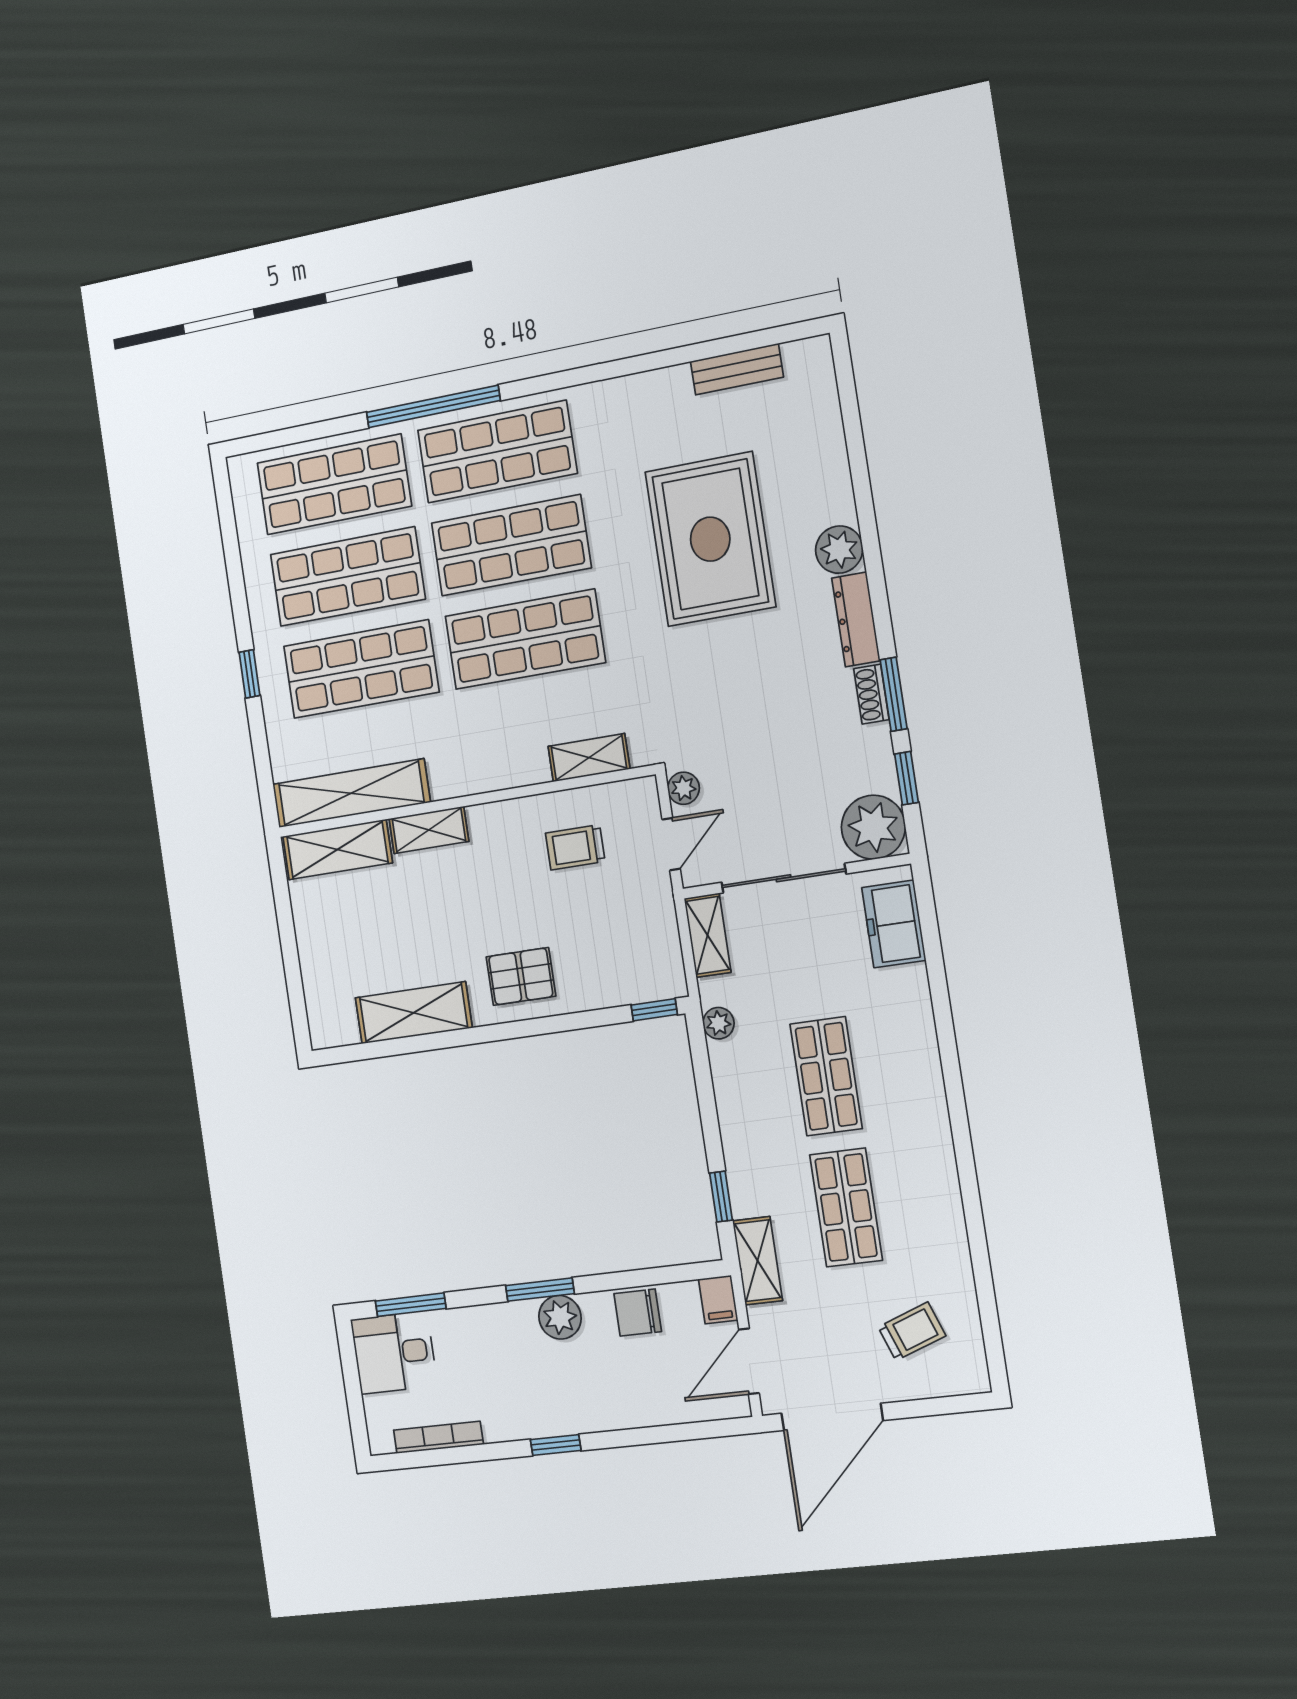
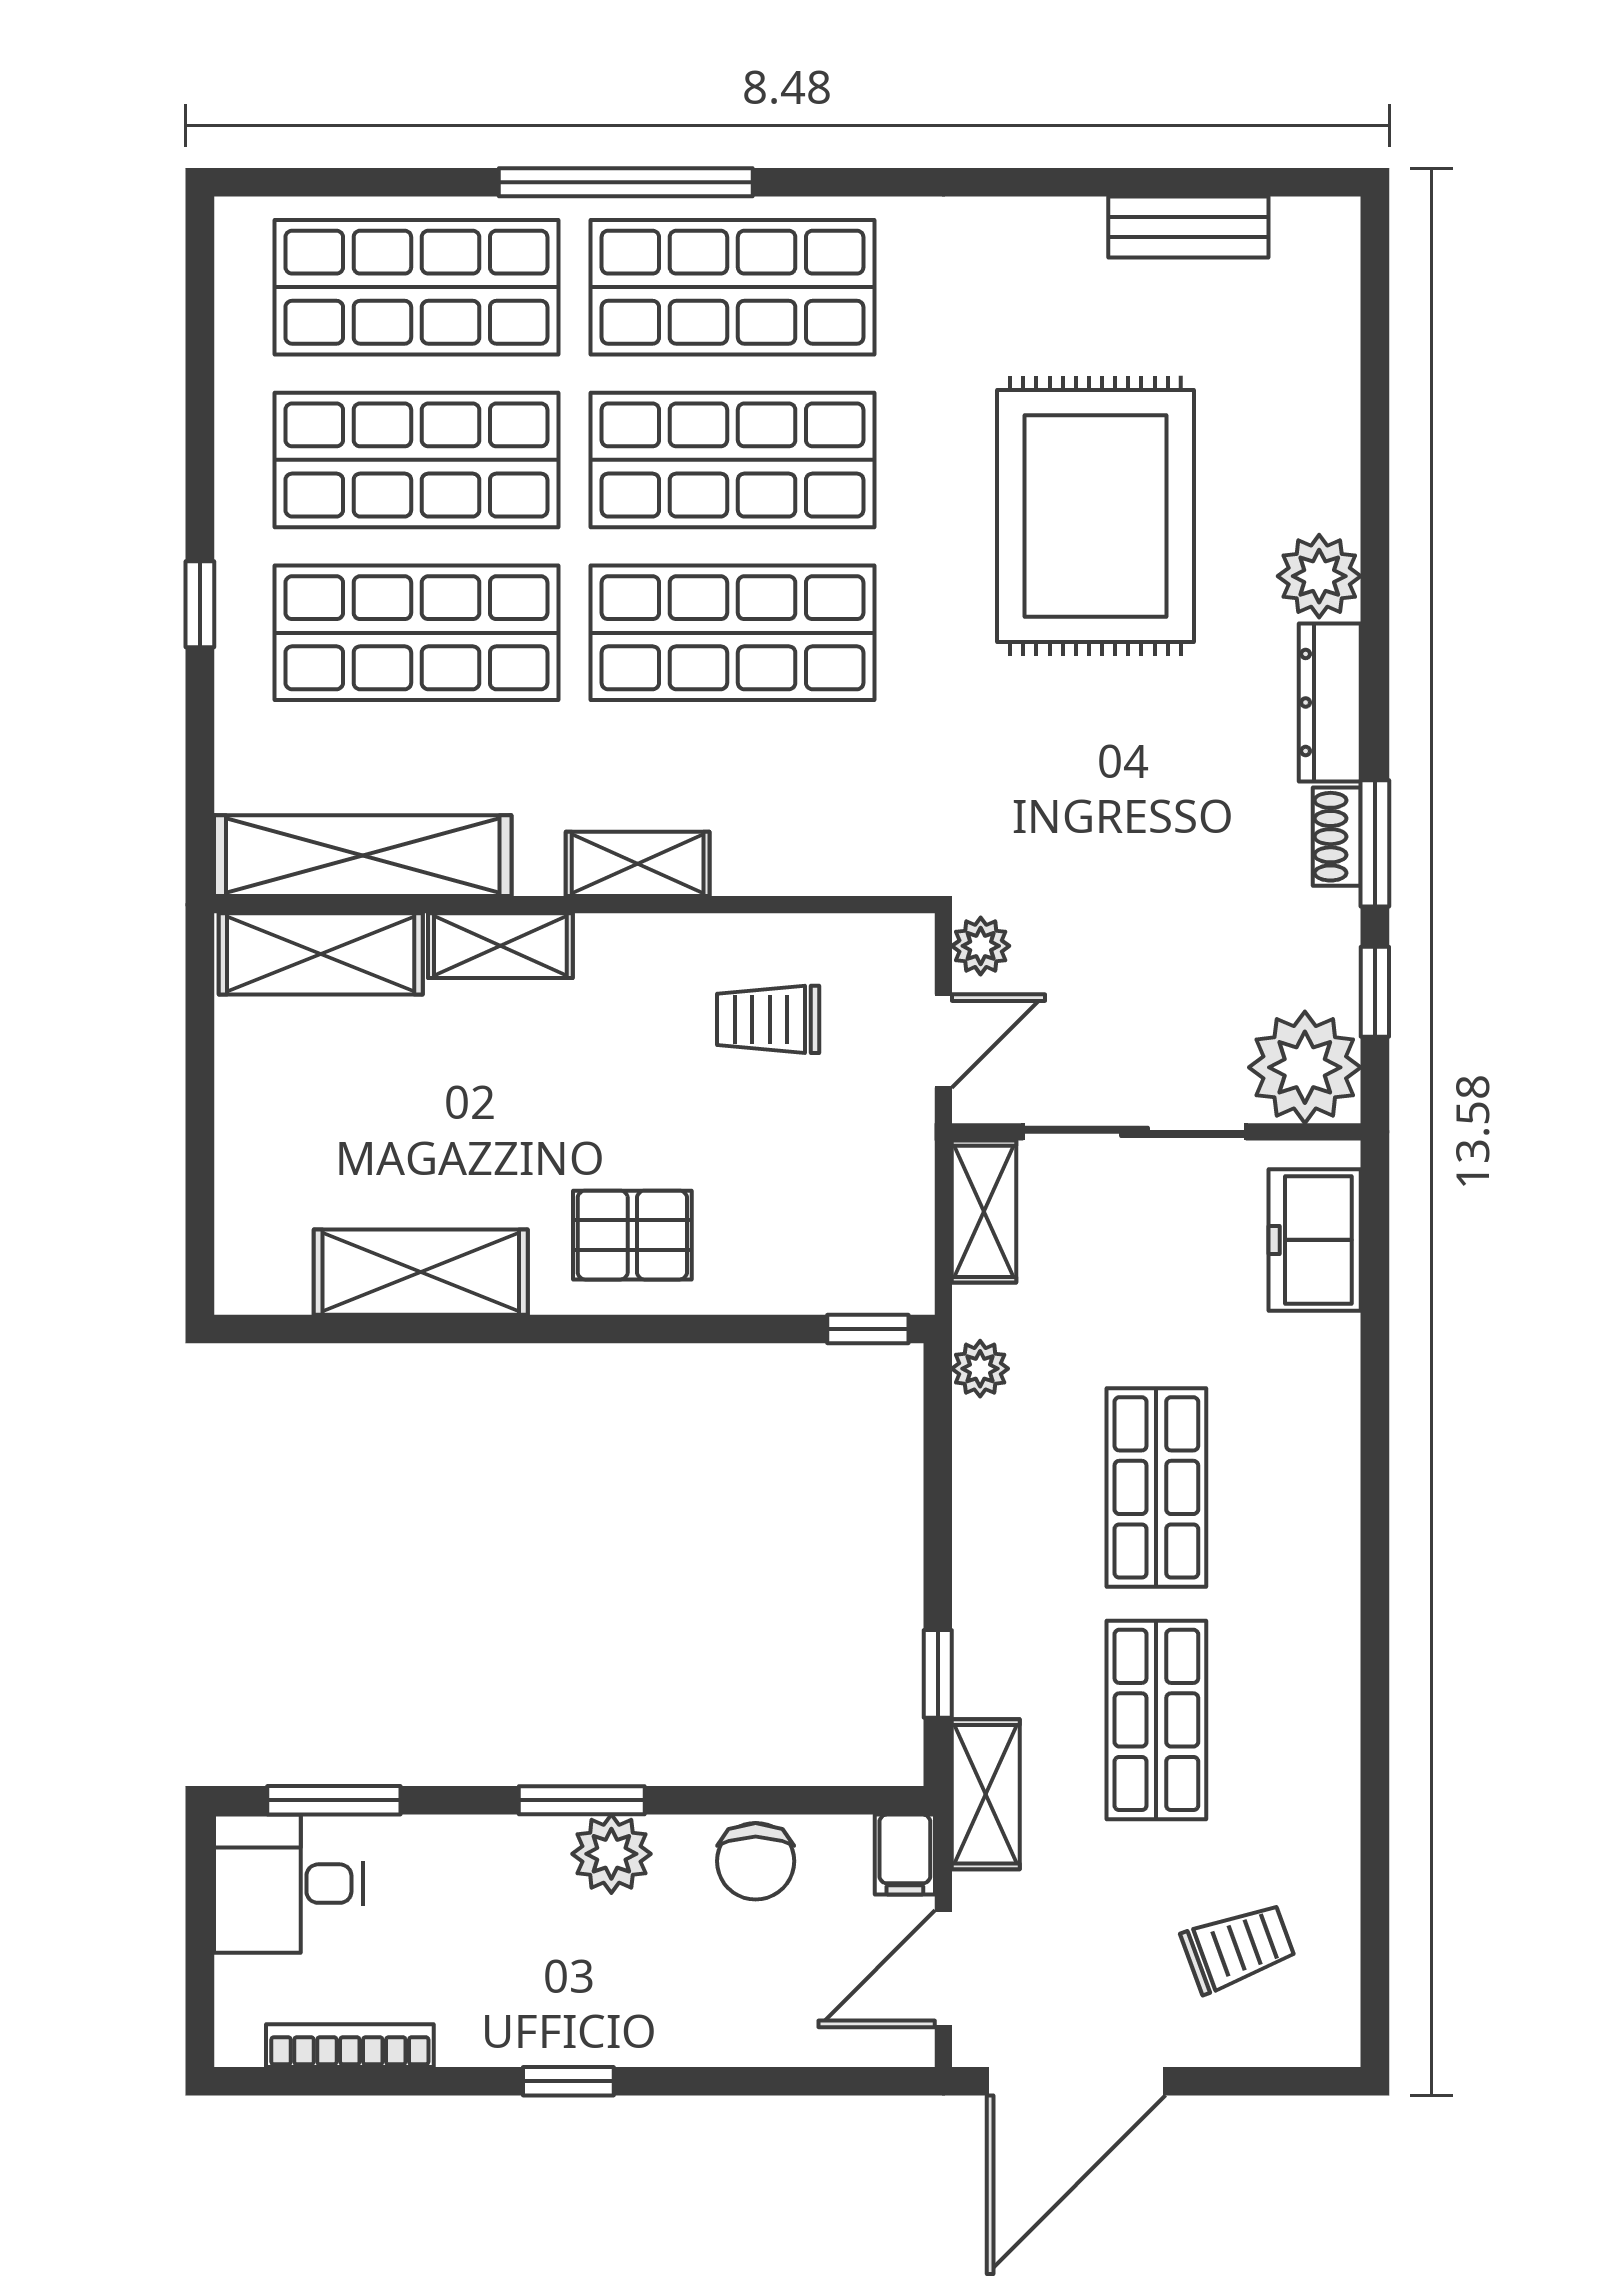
shelving: (589, 758) -> (638, 864), moved
chair: (638, 1313) -> (756, 1861), turned -90

